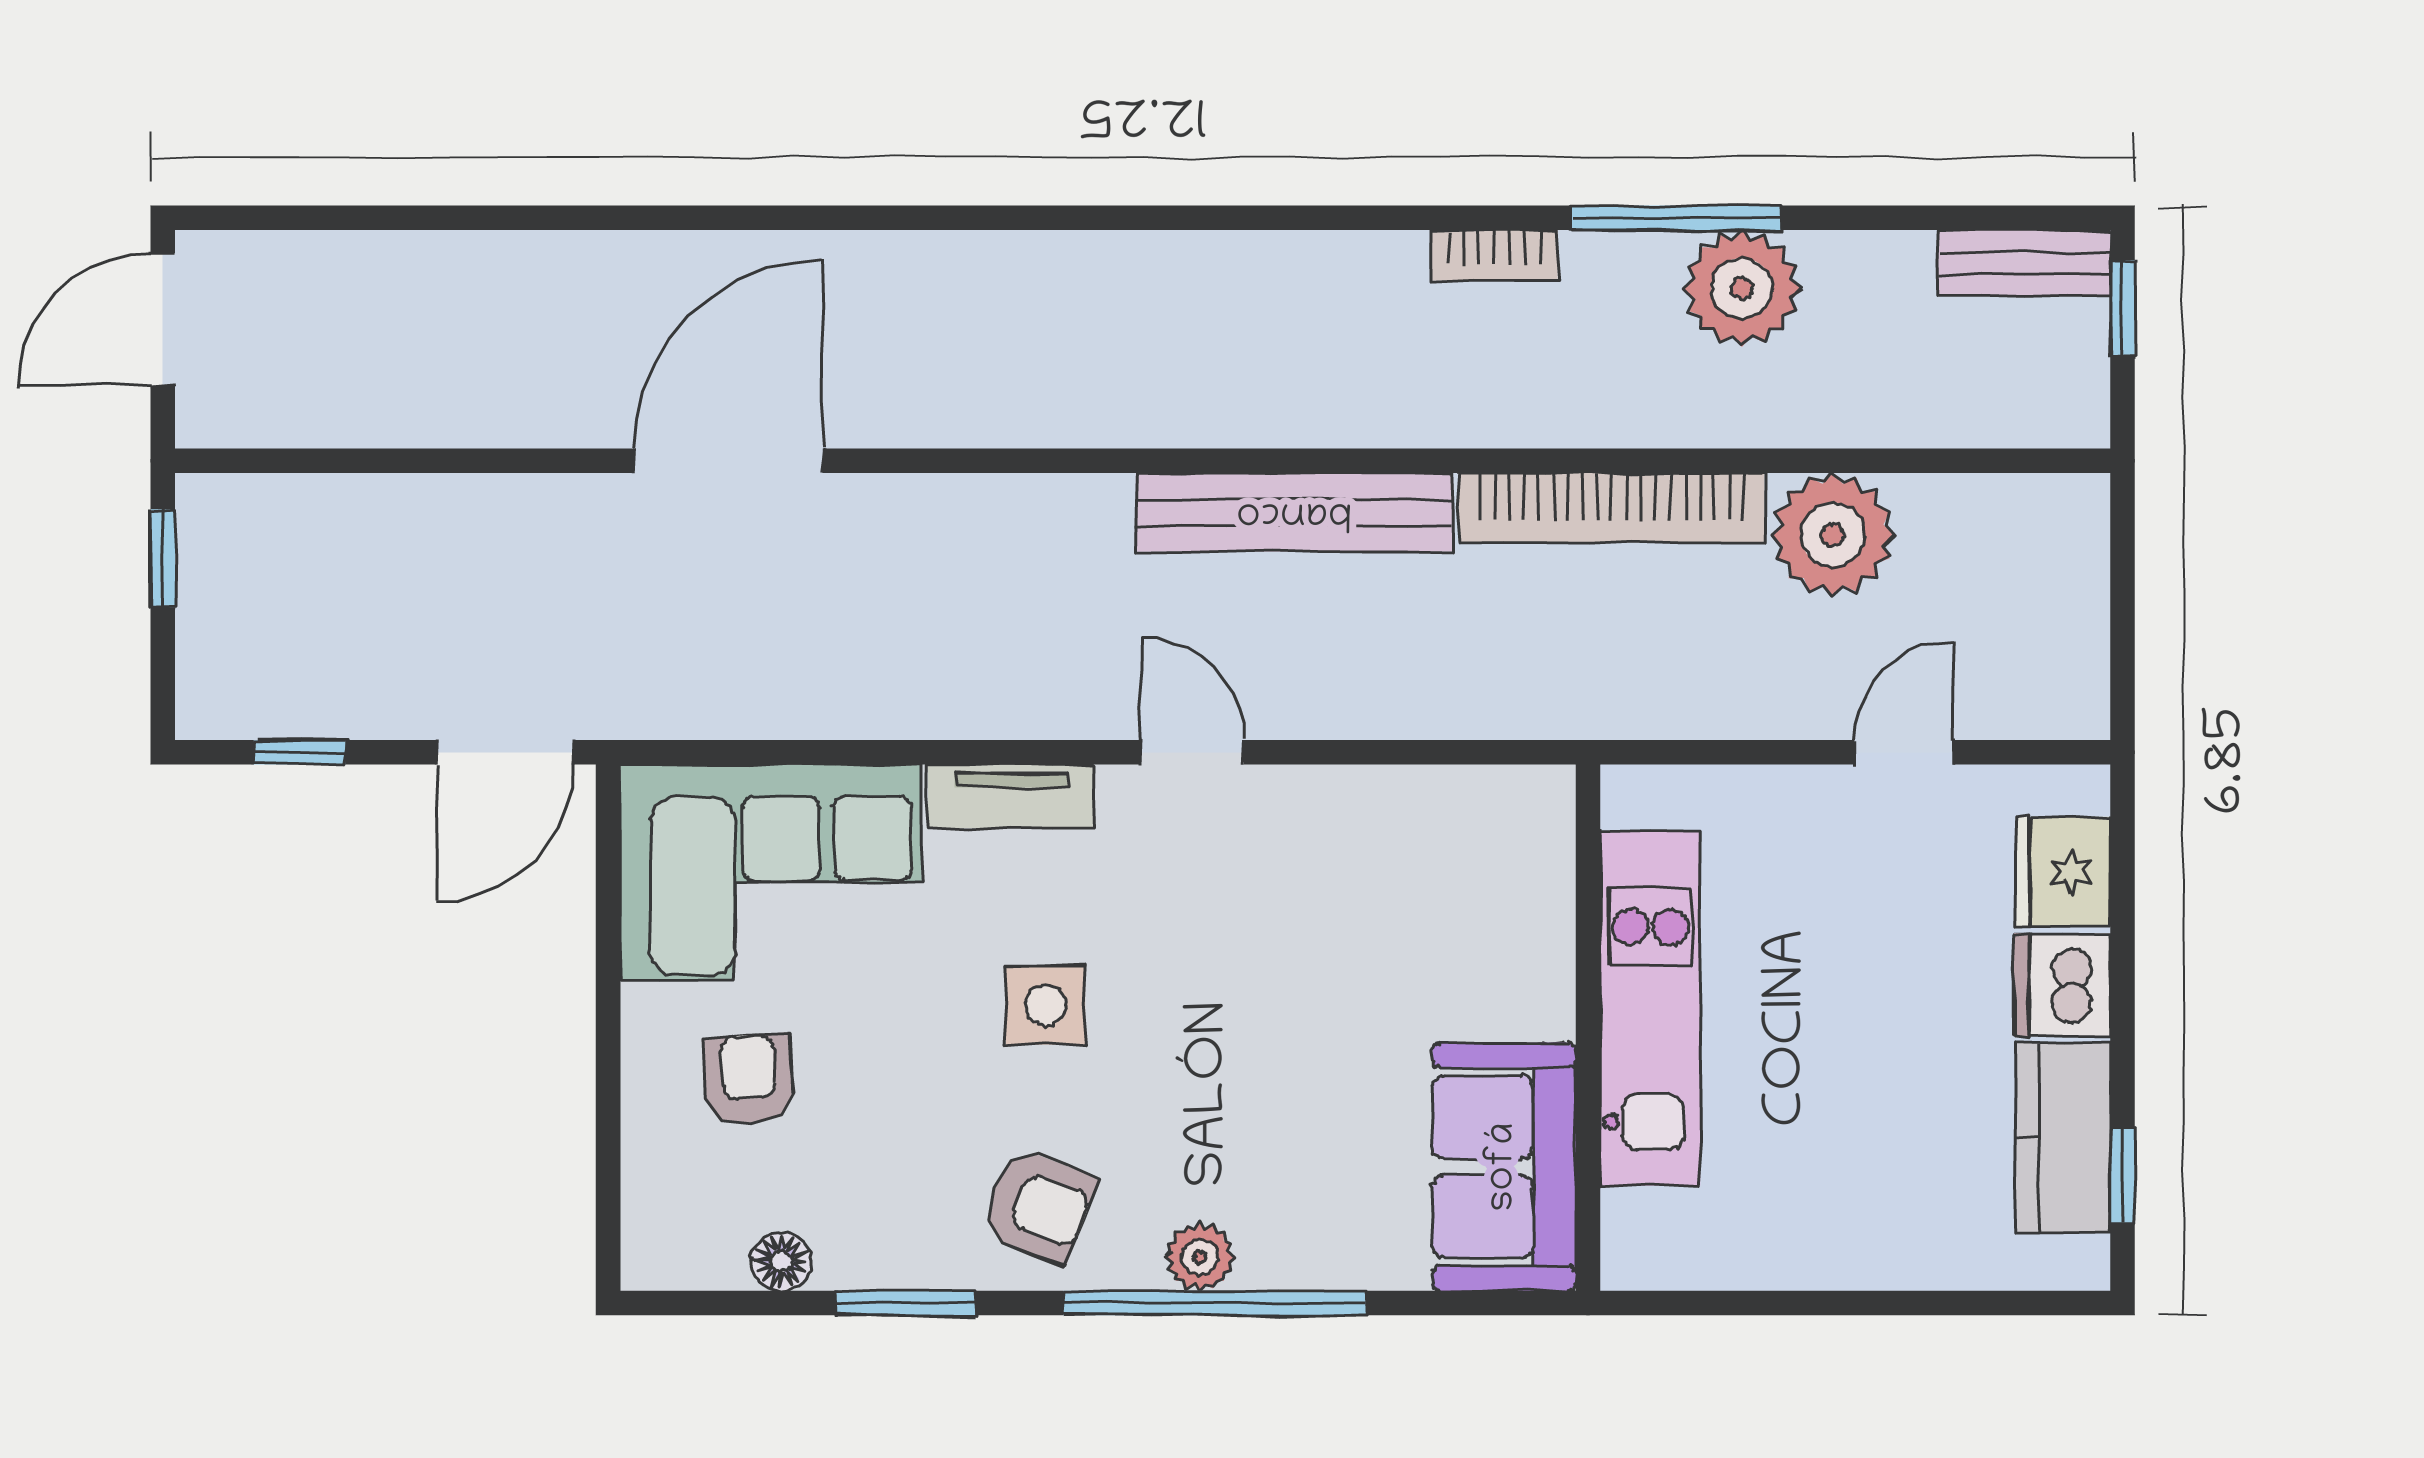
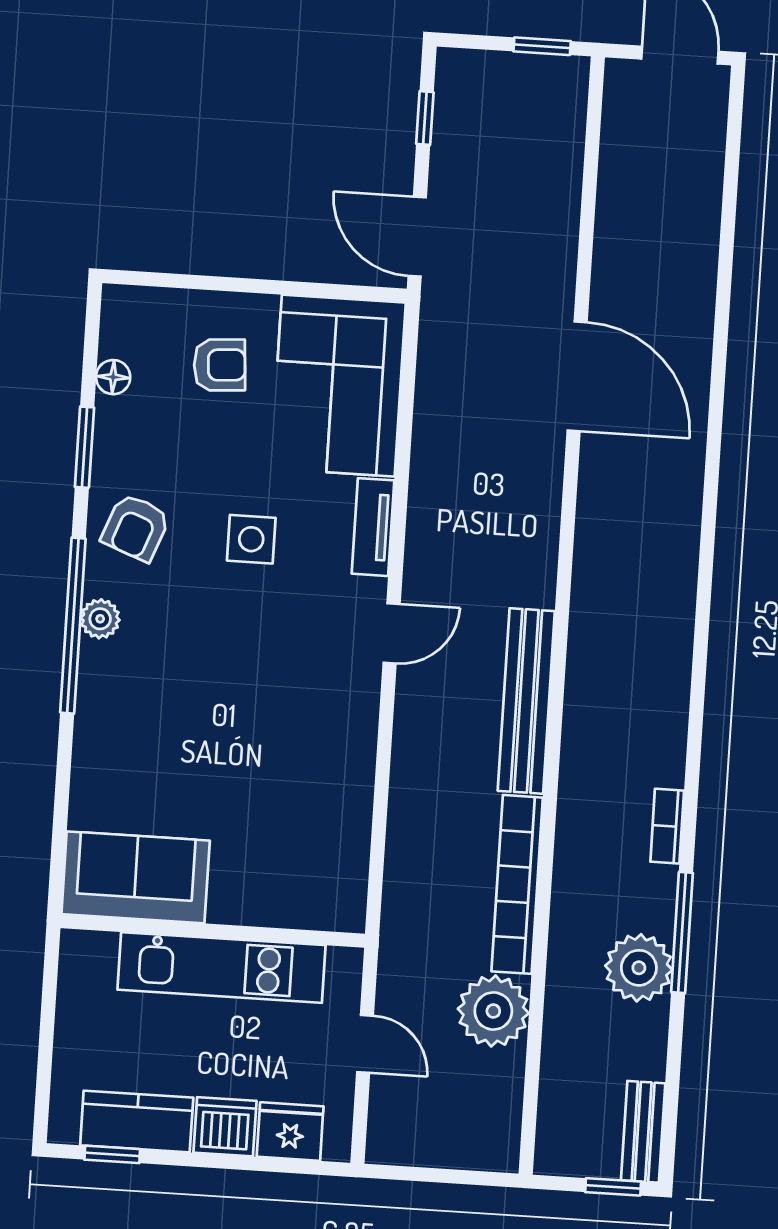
kitchen unit: (1650, 1008) -> (222, 967), moved
wall: (1588, 1028) -> (213, 931), moved
sofa: (1504, 1167) -> (136, 877), moved

